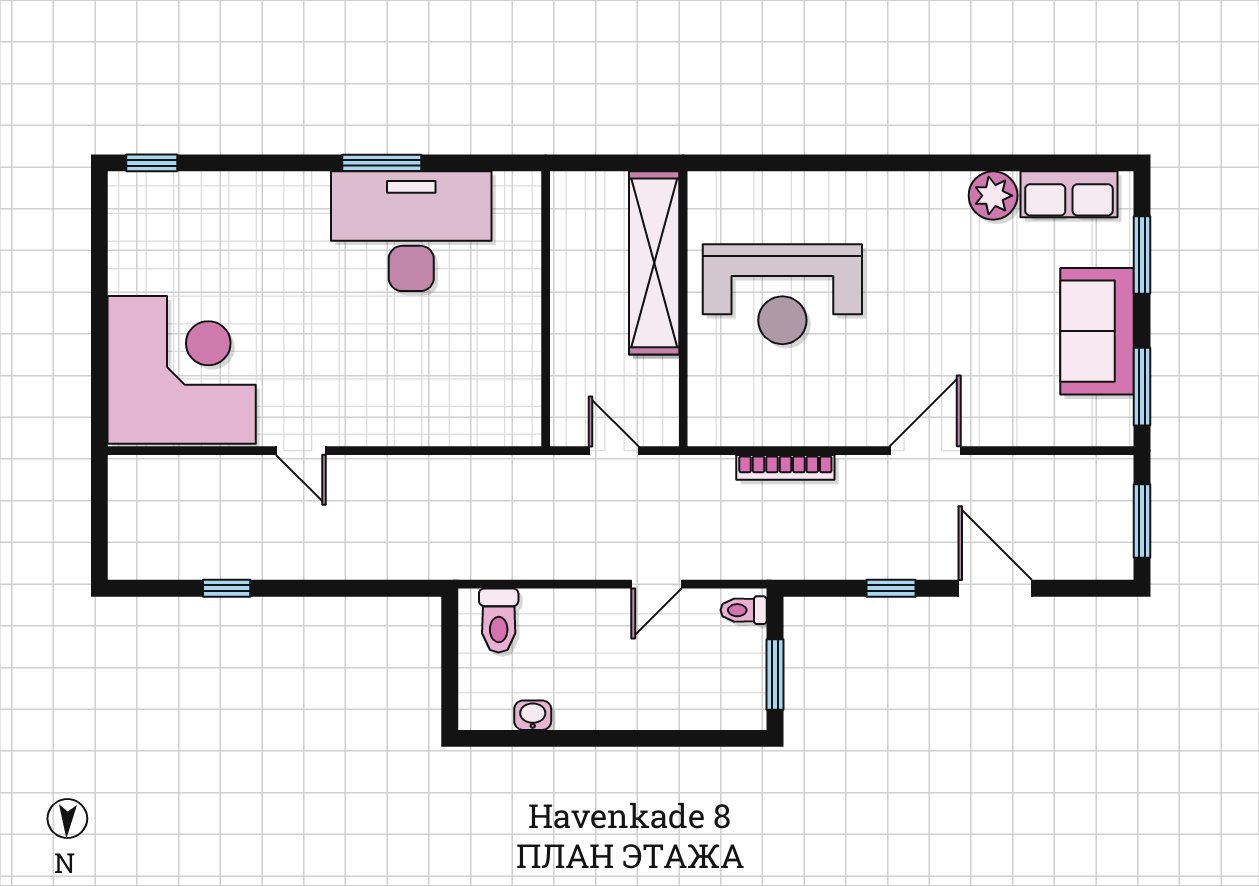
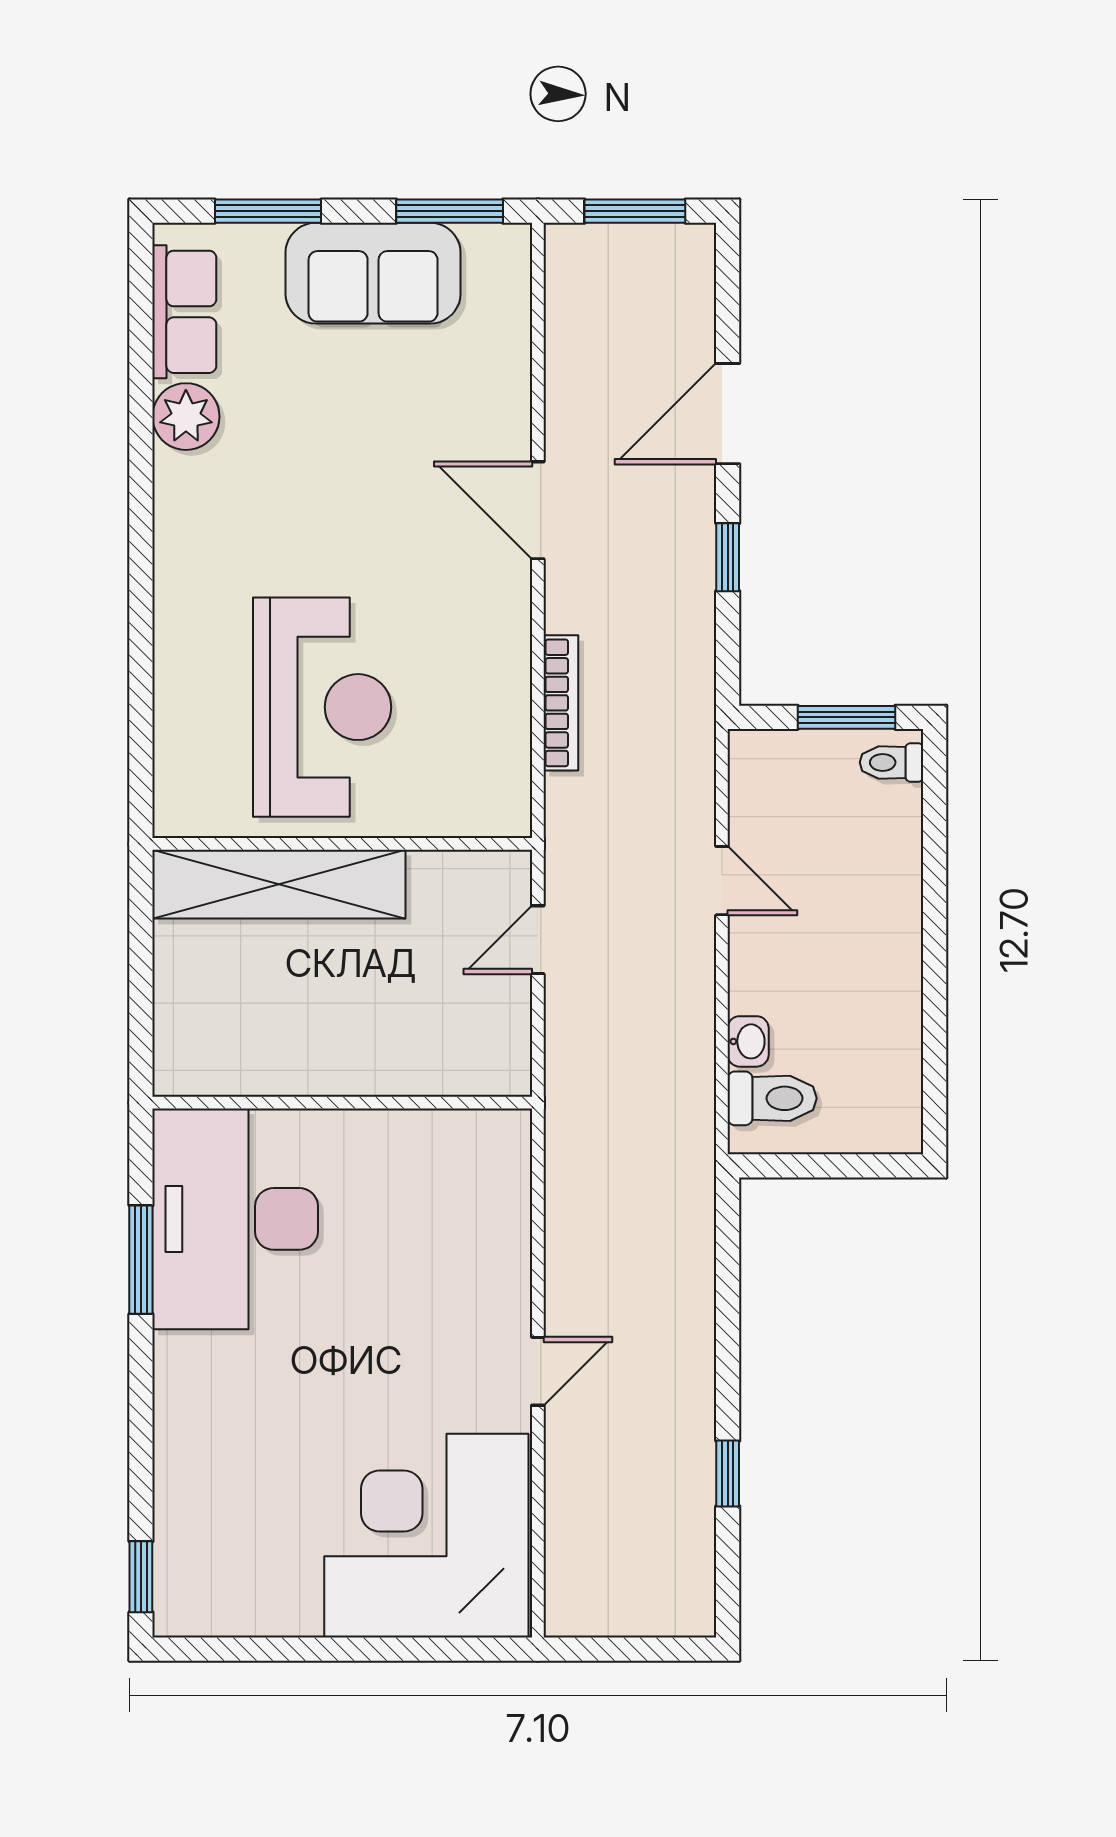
wall: (546, 309) -> (342, 1103), moved
toilet: (744, 610) -> (892, 762), moved, turned 90
washbasin: (533, 715) -> (748, 1041), moved, turned 180

